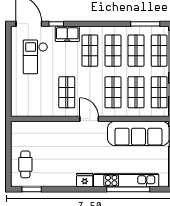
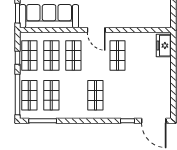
freezer: (67, 34) -> (164, 46), moved, turned -90
shop shelf: (113, 51) -> (73, 95), removed
checkout: (35, 57) -> (147, 89), removed

